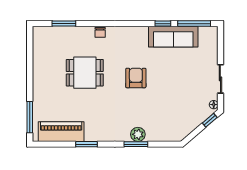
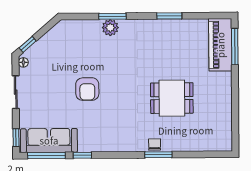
window: (64, 24) -> (158, 155), moved
sofa: (173, 37) -> (49, 140), moved
window: (220, 39) -> (16, 138), added
armchair: (136, 78) -> (87, 89), moved
piano: (61, 132) -> (220, 45), moved, turned 90

